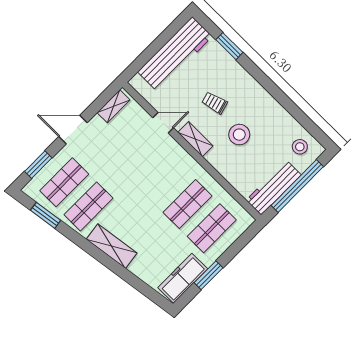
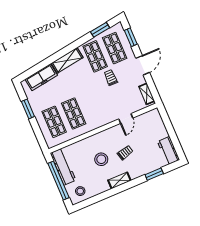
workbench: (175, 54) -> (169, 151), width x0.53, depth x0.76
shelving: (195, 139) -> (119, 180), moved
trolley: (111, 170) -> (111, 78), added
freezer: (183, 278) -> (41, 77), moved, turned 82

